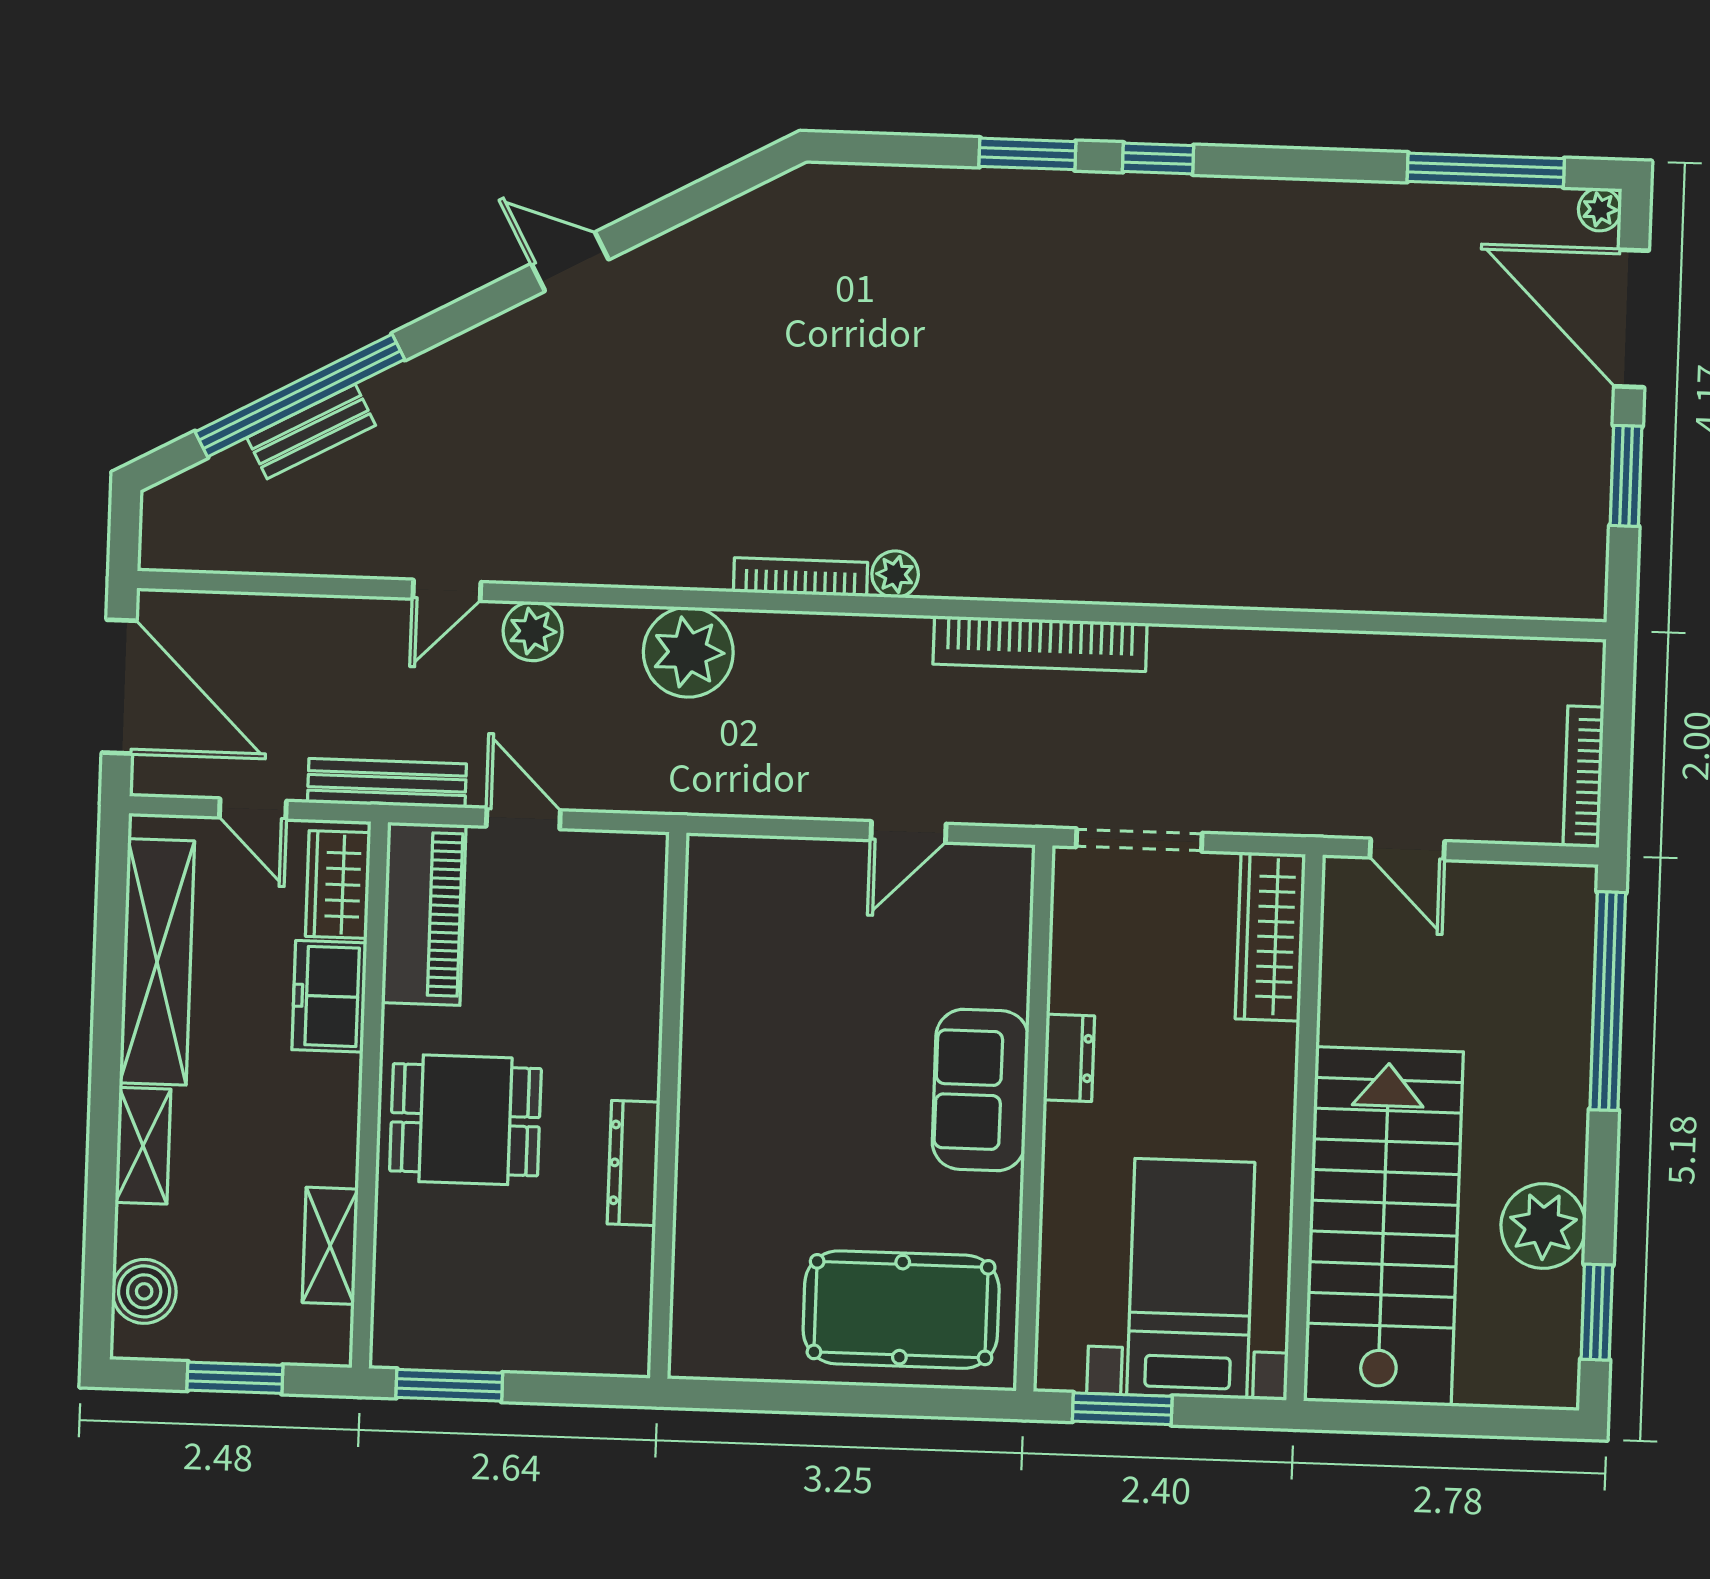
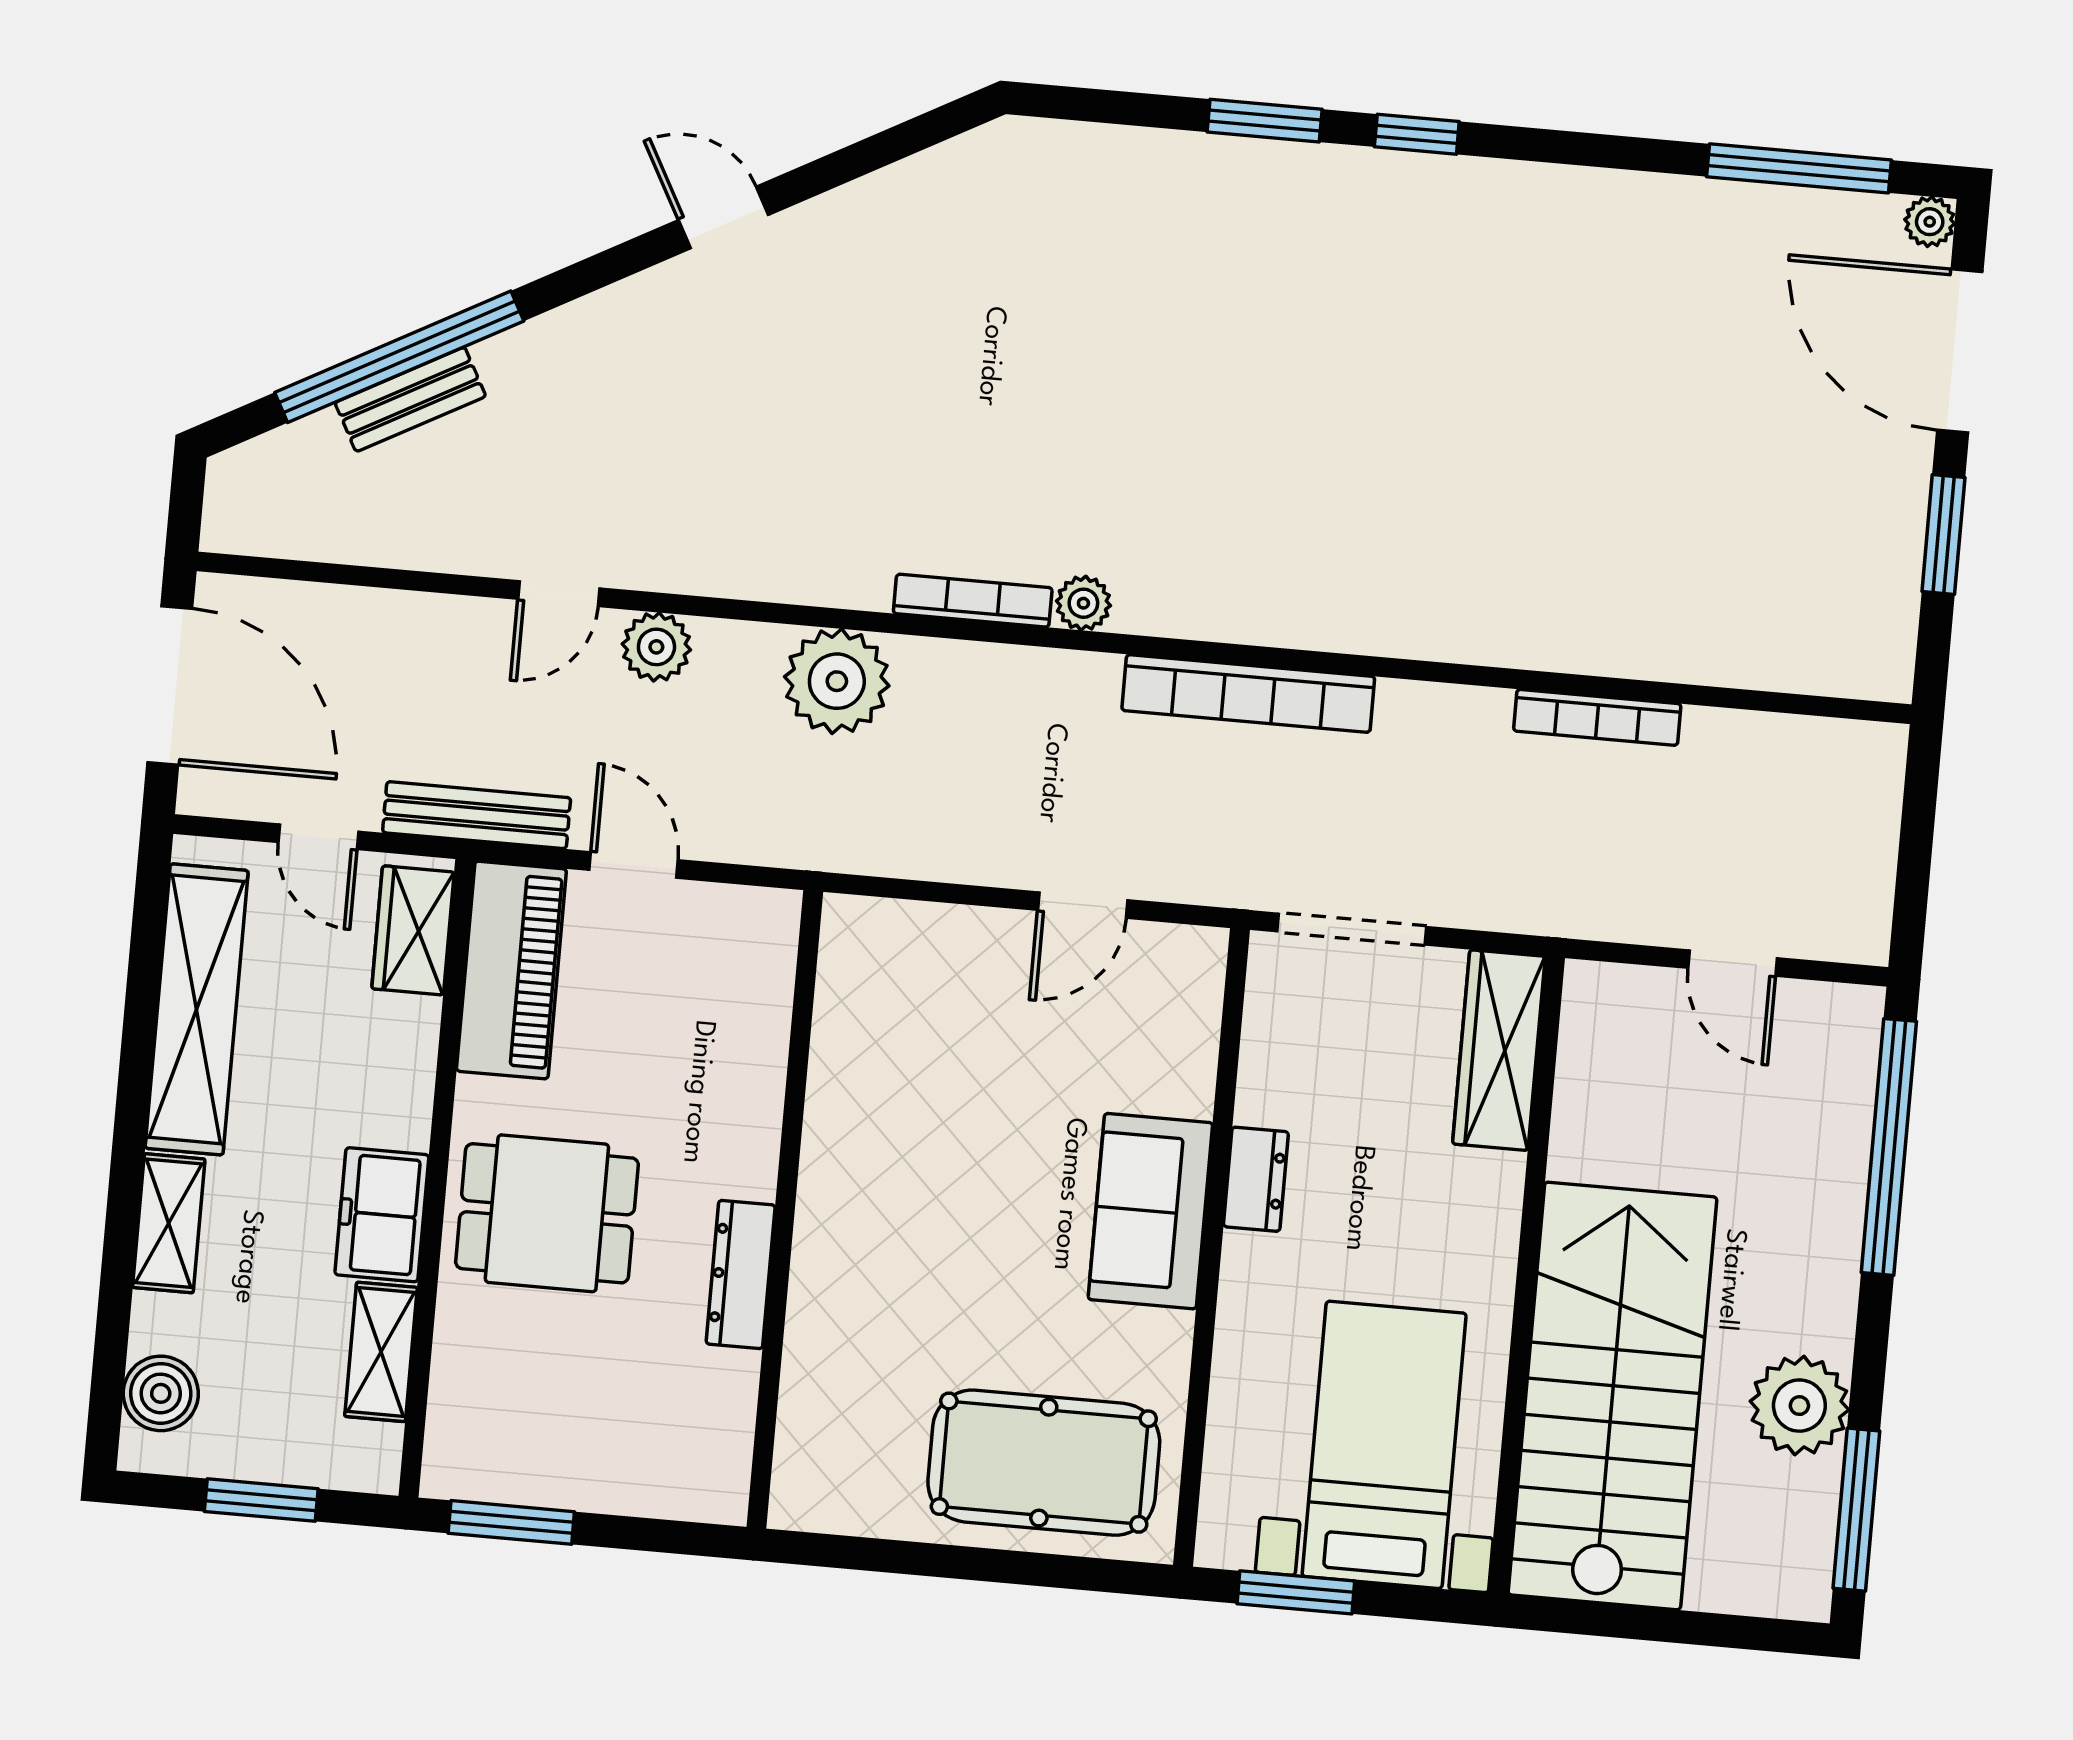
bookcase: (1583, 777) -> (1597, 717), moved, turned -90
door: (1407, 849) -> (1732, 963), moved
freezer: (329, 996) -> (382, 1215), moved
window: (1597, 1312) -> (1856, 1510), width x1.44

